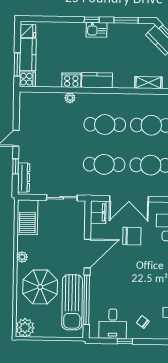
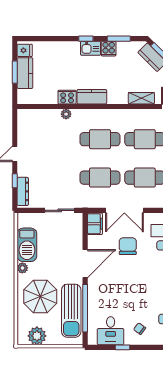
window: (17, 64) -> (15, 72), moved
cooker: (27, 79) -> (109, 49), moved, turned 90
barbecue: (27, 217) -> (27, 245), moved
chair: (132, 236) -> (128, 246), turned -90
plant: (25, 328) -> (37, 336), moved

